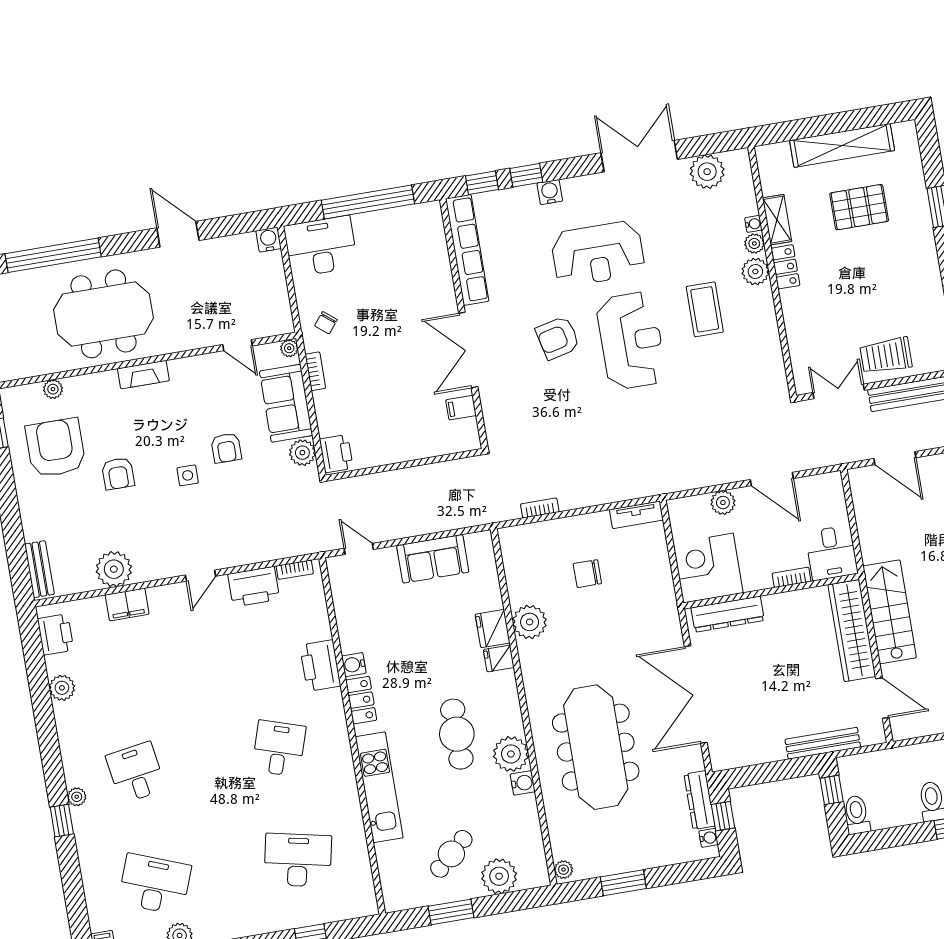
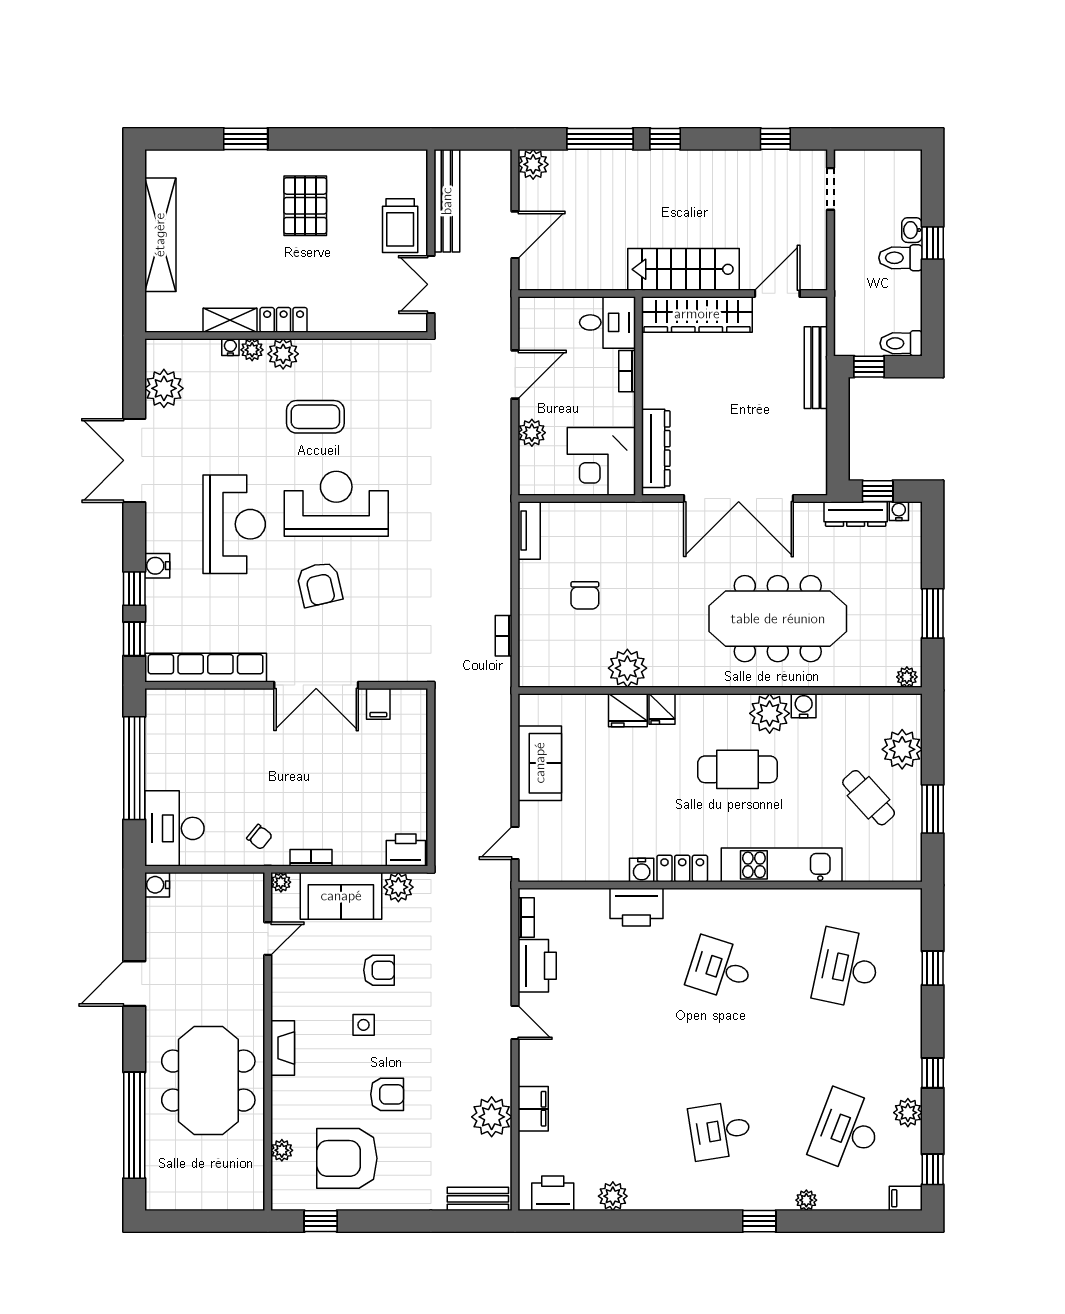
pallet: (859, 207) -> (305, 206), moved
side table: (188, 475) -> (364, 1025), moved
plant: (77, 797) -> (806, 1200), moved

